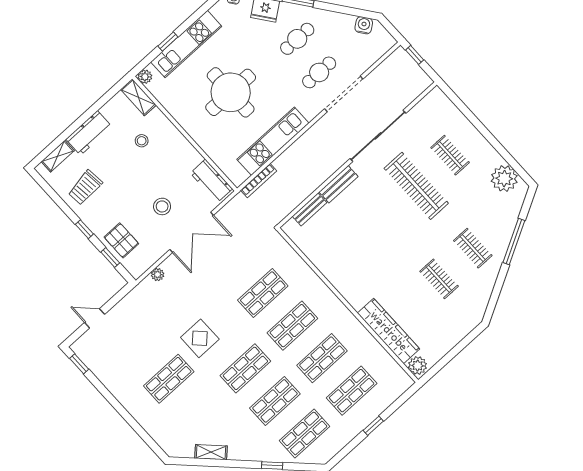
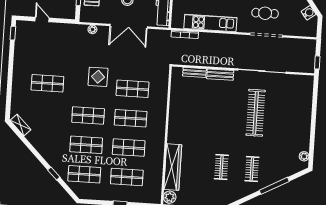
window: (415, 55) -> (317, 62), moved
clothes rail: (450, 155) -> (286, 115), removed
plant: (504, 178) -> (304, 156), width x0.53, depth x0.53
display table: (200, 338) -> (98, 77), moved
shelving: (211, 452) -> (21, 125), moved

